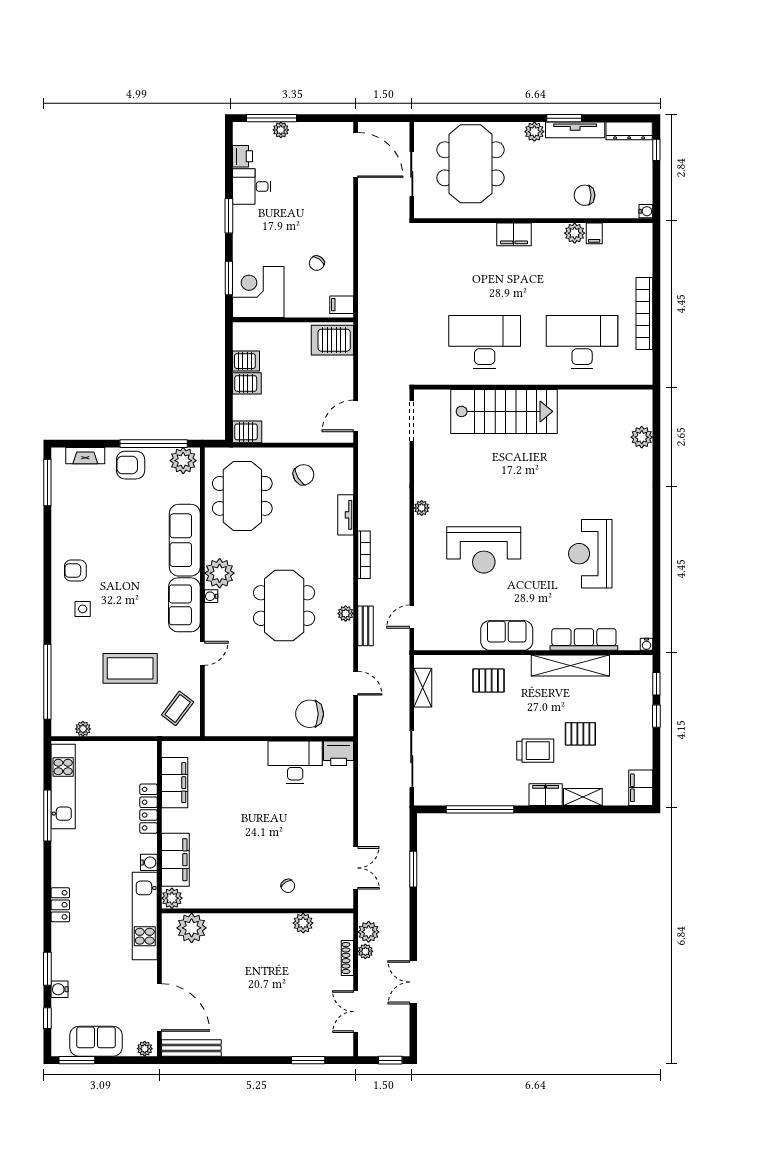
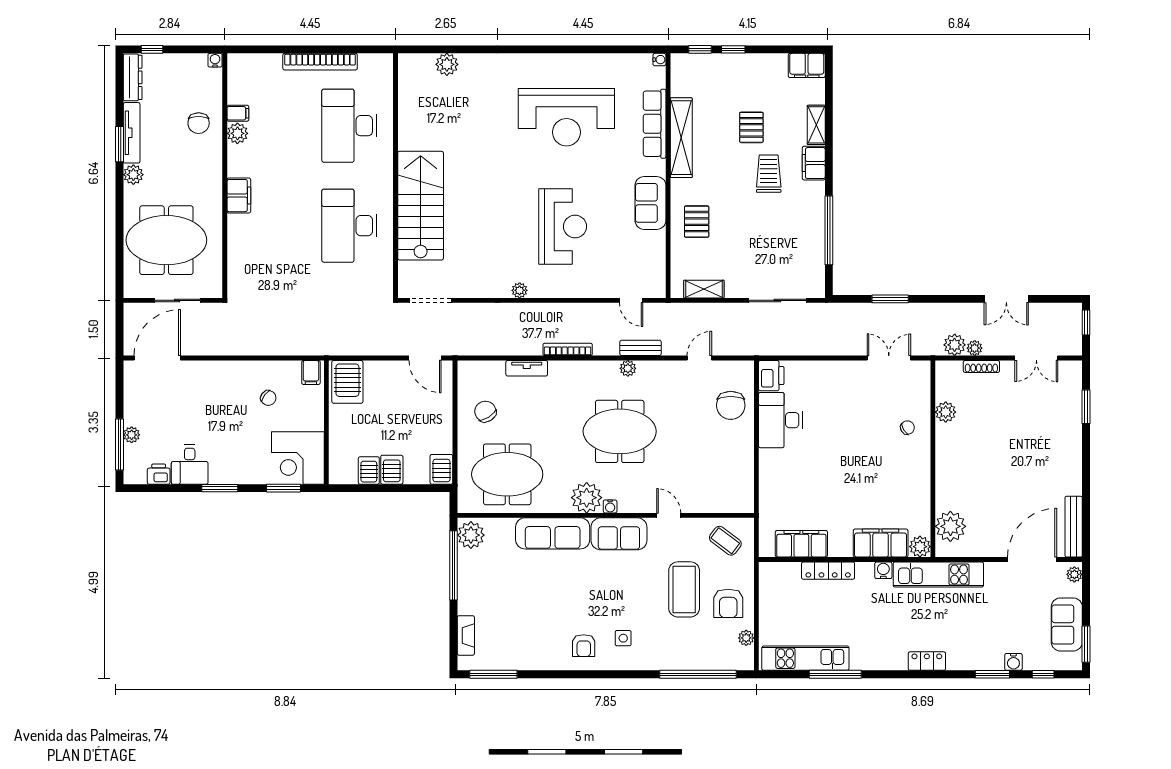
armchair: (131, 465) -> (728, 603), moved
reception desk: (590, 554) -> (566, 117), width x1.36, depth x1.30

